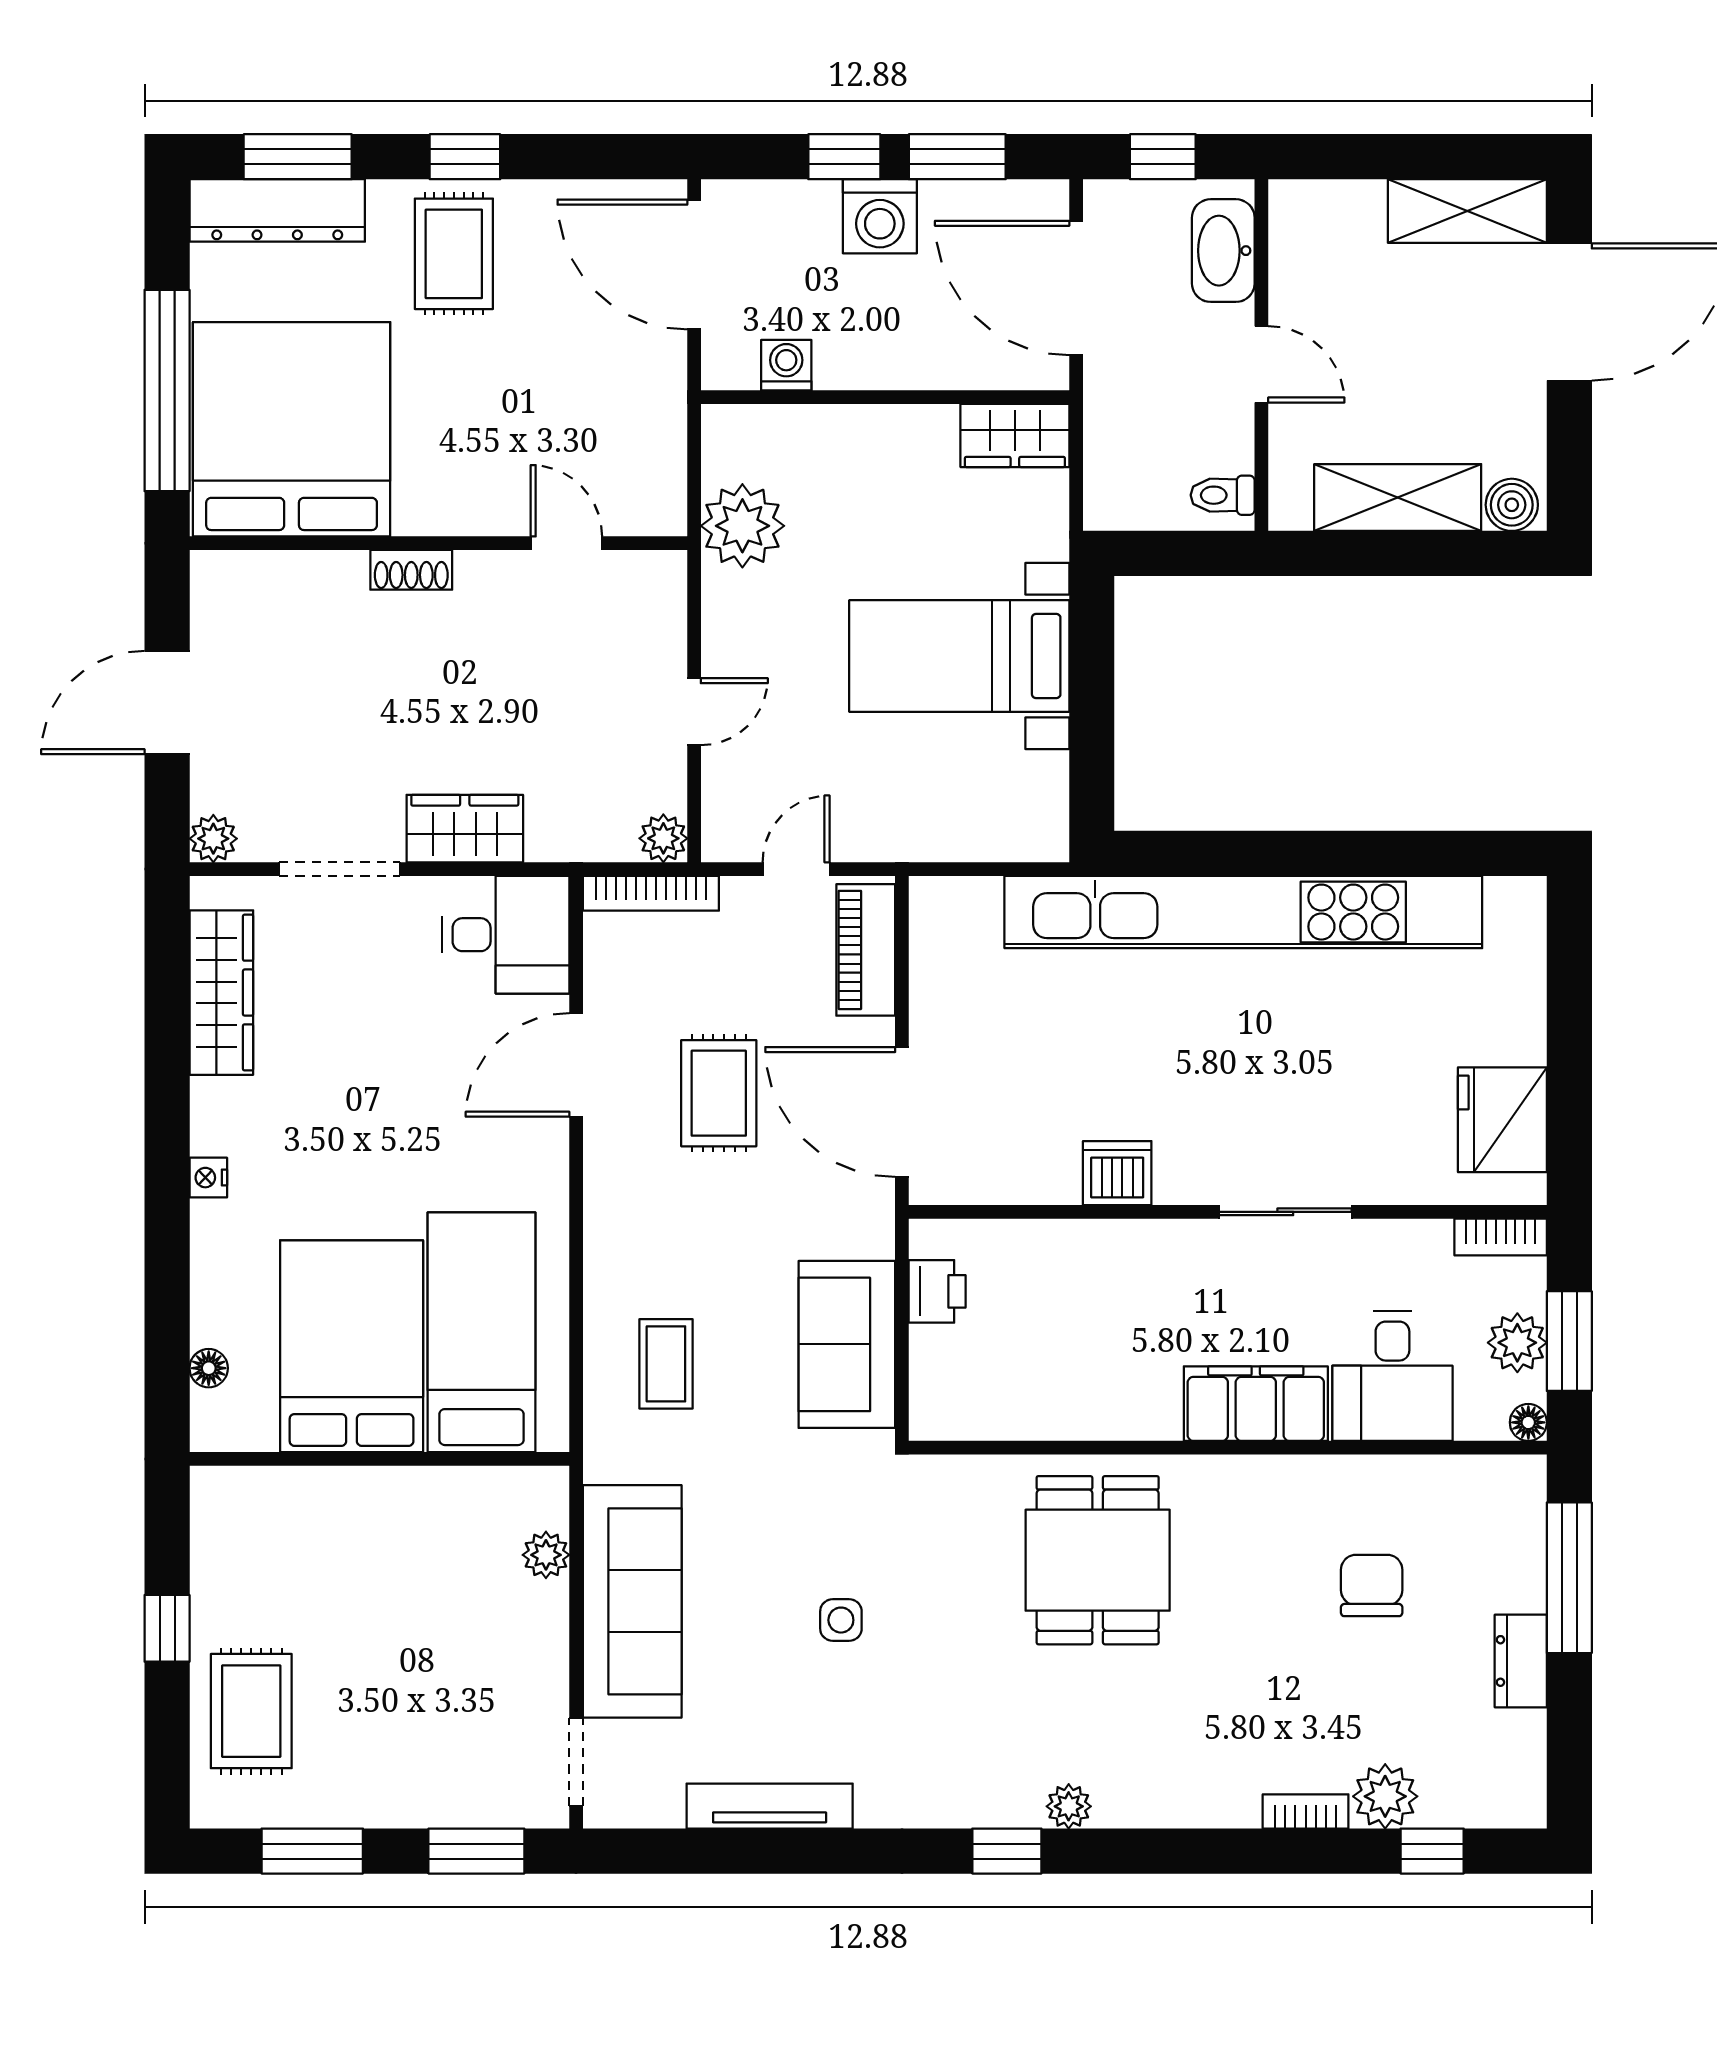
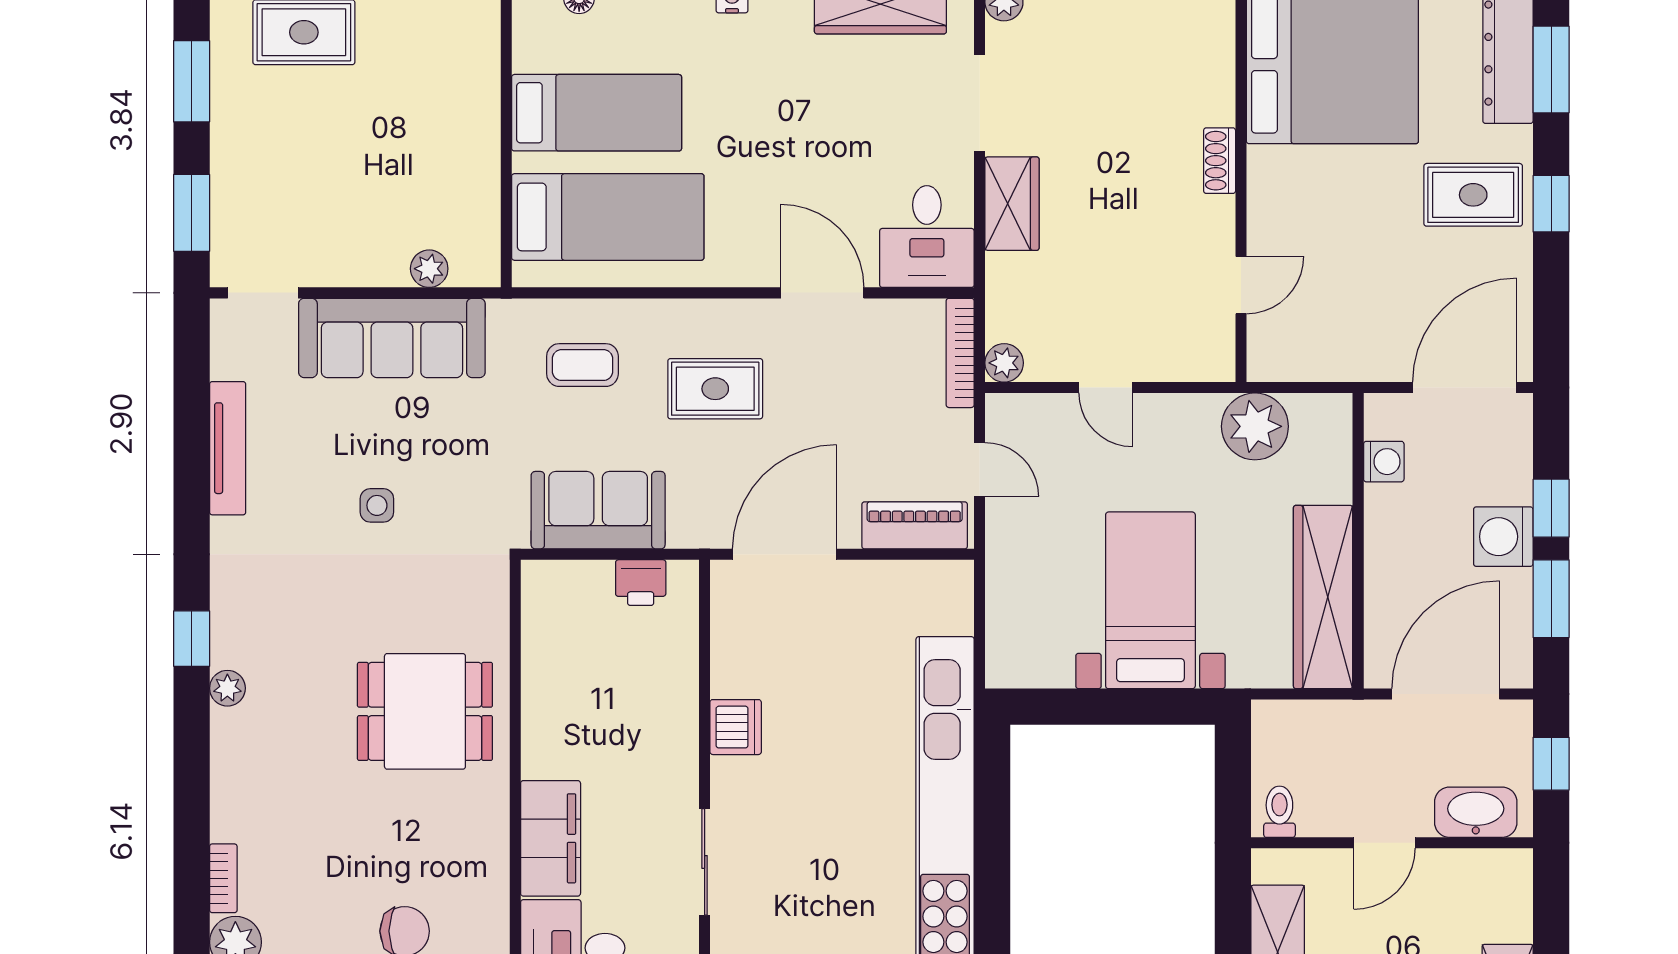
wardrobe: (1015, 435) -> (1323, 597), width x2.10, depth x1.17
rug: (719, 1093) -> (715, 389), moved
bed: (352, 1346) -> (597, 113), width x0.67

